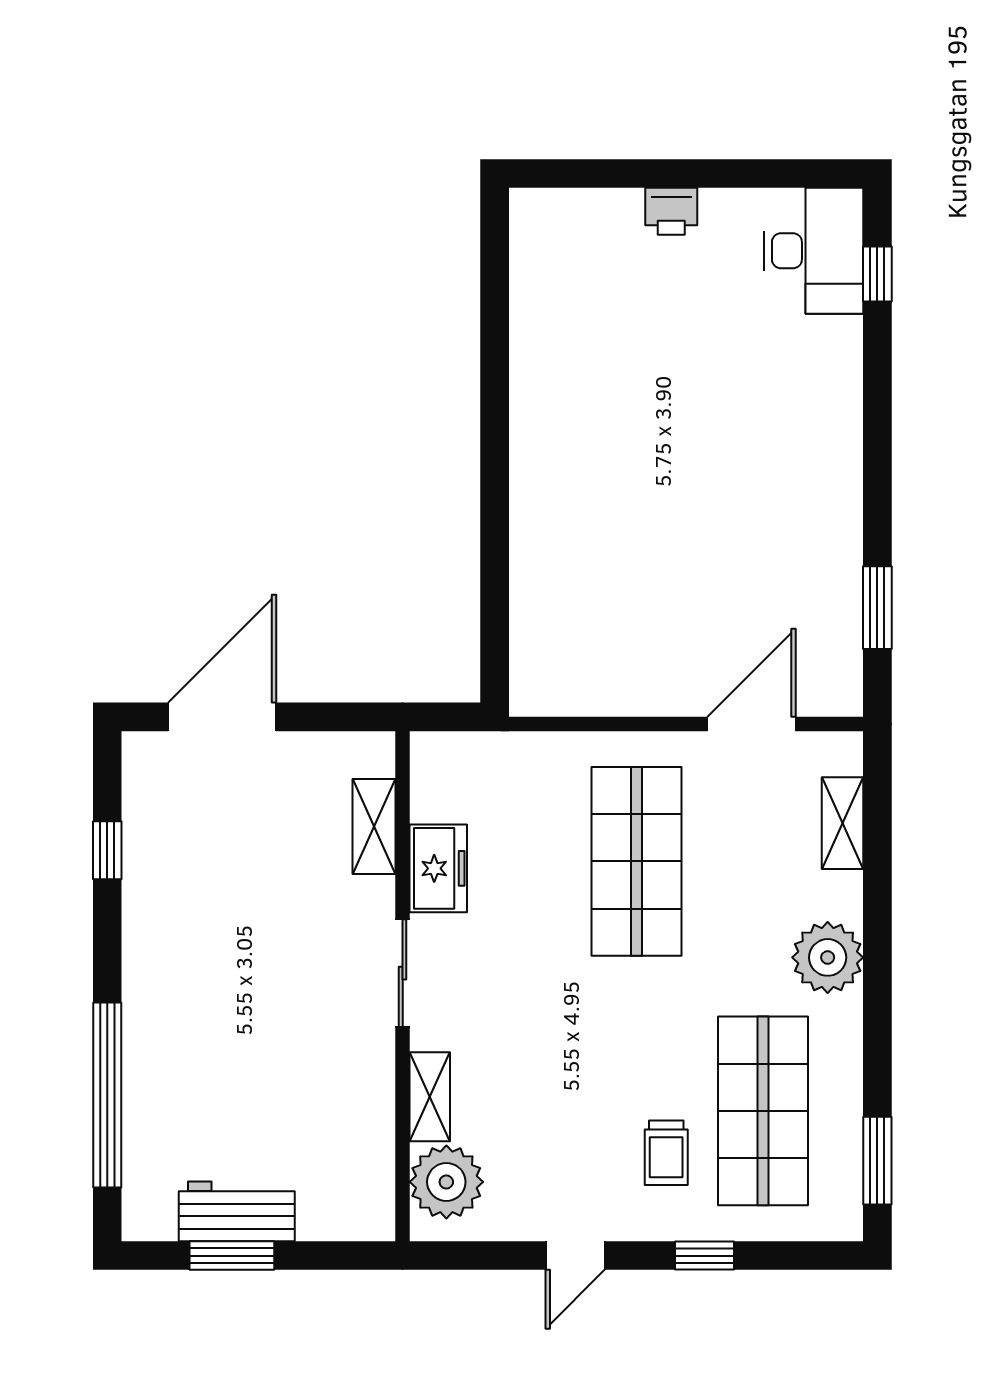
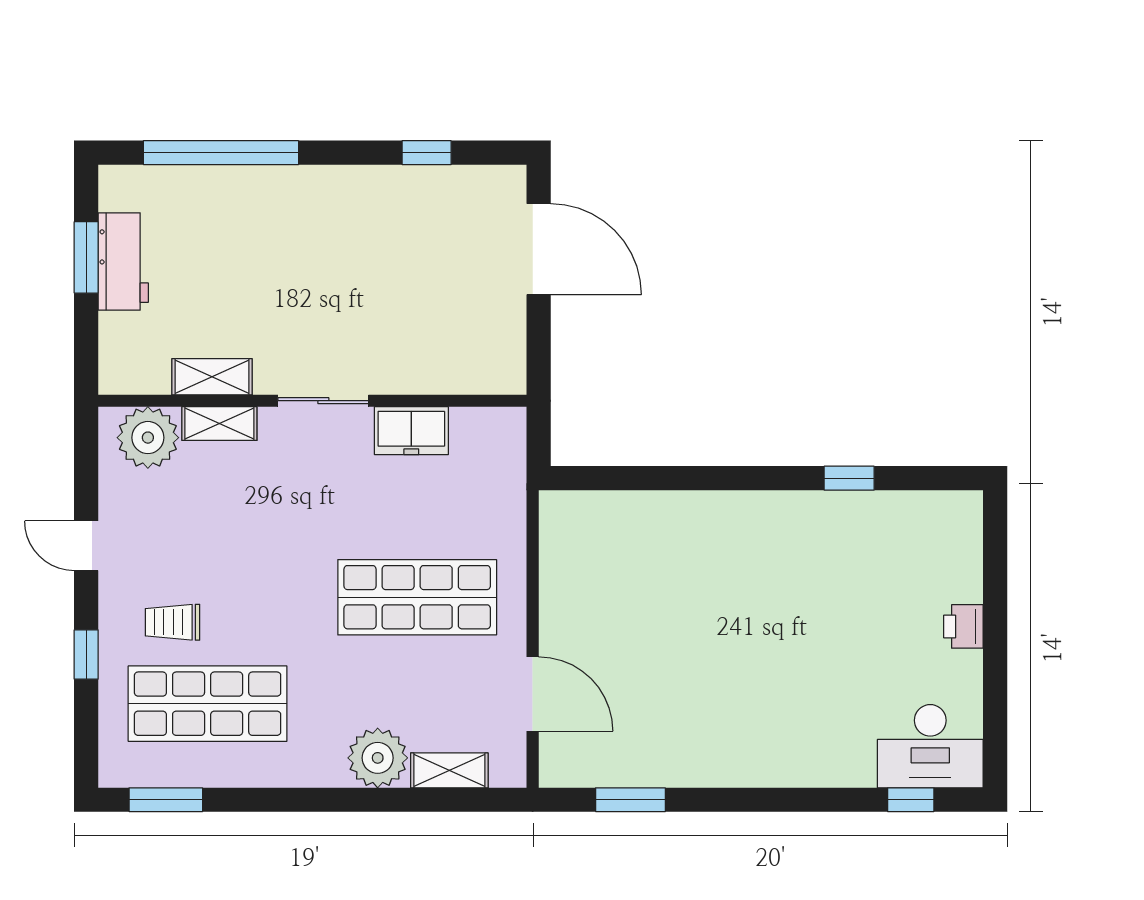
window: (495, 347) -> (849, 478), added
shelving: (374, 827) -> (212, 377), moved
plant: (828, 957) -> (378, 758), moved

